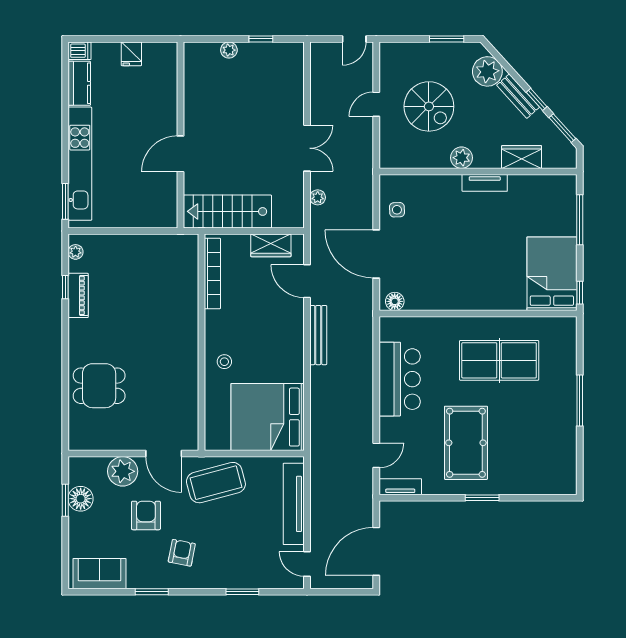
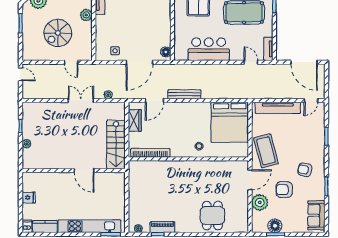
door: (376, 104) -> (71, 62), moved
spiral stairs: (429, 106) -> (58, 33), turned 180

